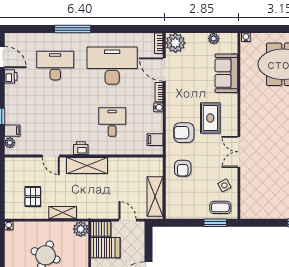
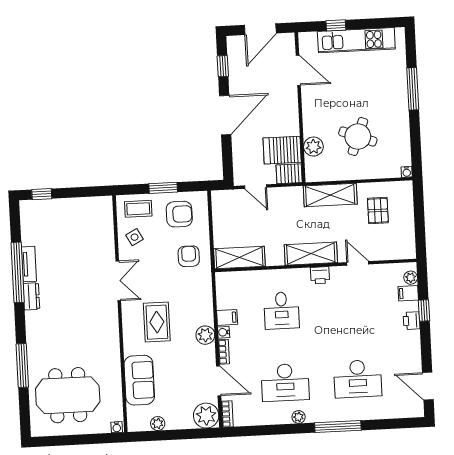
plant: (103, 38) -> (299, 417), added
desk: (112, 66) -> (285, 382), width x0.73, depth x0.77
printer: (11, 76) -> (412, 321), moved
plant: (173, 106) -> (205, 335), added
armchair: (184, 133) -> (179, 214), moved
filing cabinet: (155, 140) -> (227, 317), moved
shelving: (155, 196) -> (239, 257), moved, turned 90
shelving: (63, 213) -> (330, 195), width x1.50, depth x1.33
window: (215, 223) -> (163, 188), moved
plant: (81, 229) -> (313, 147), moved

